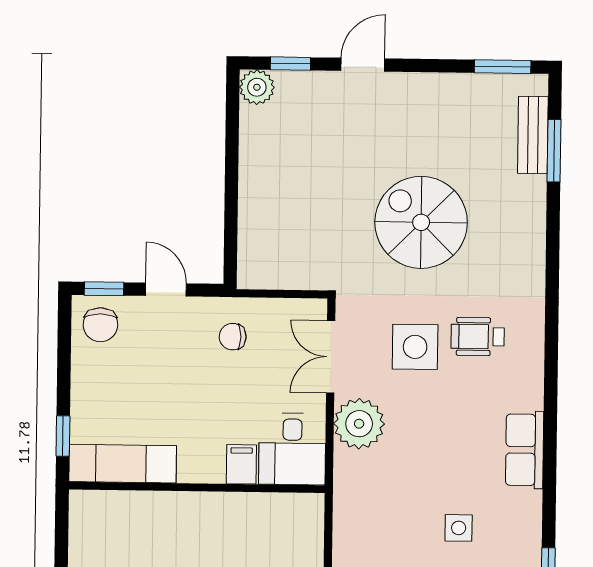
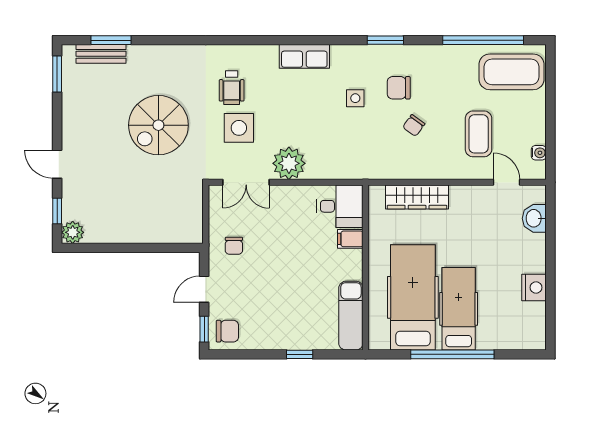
desk: (292, 449) -> (340, 206), moved
exam couch: (123, 464) -> (351, 316), moved
filing cabinet: (241, 464) -> (350, 239), moved
wall: (197, 487) -> (366, 267), moved

